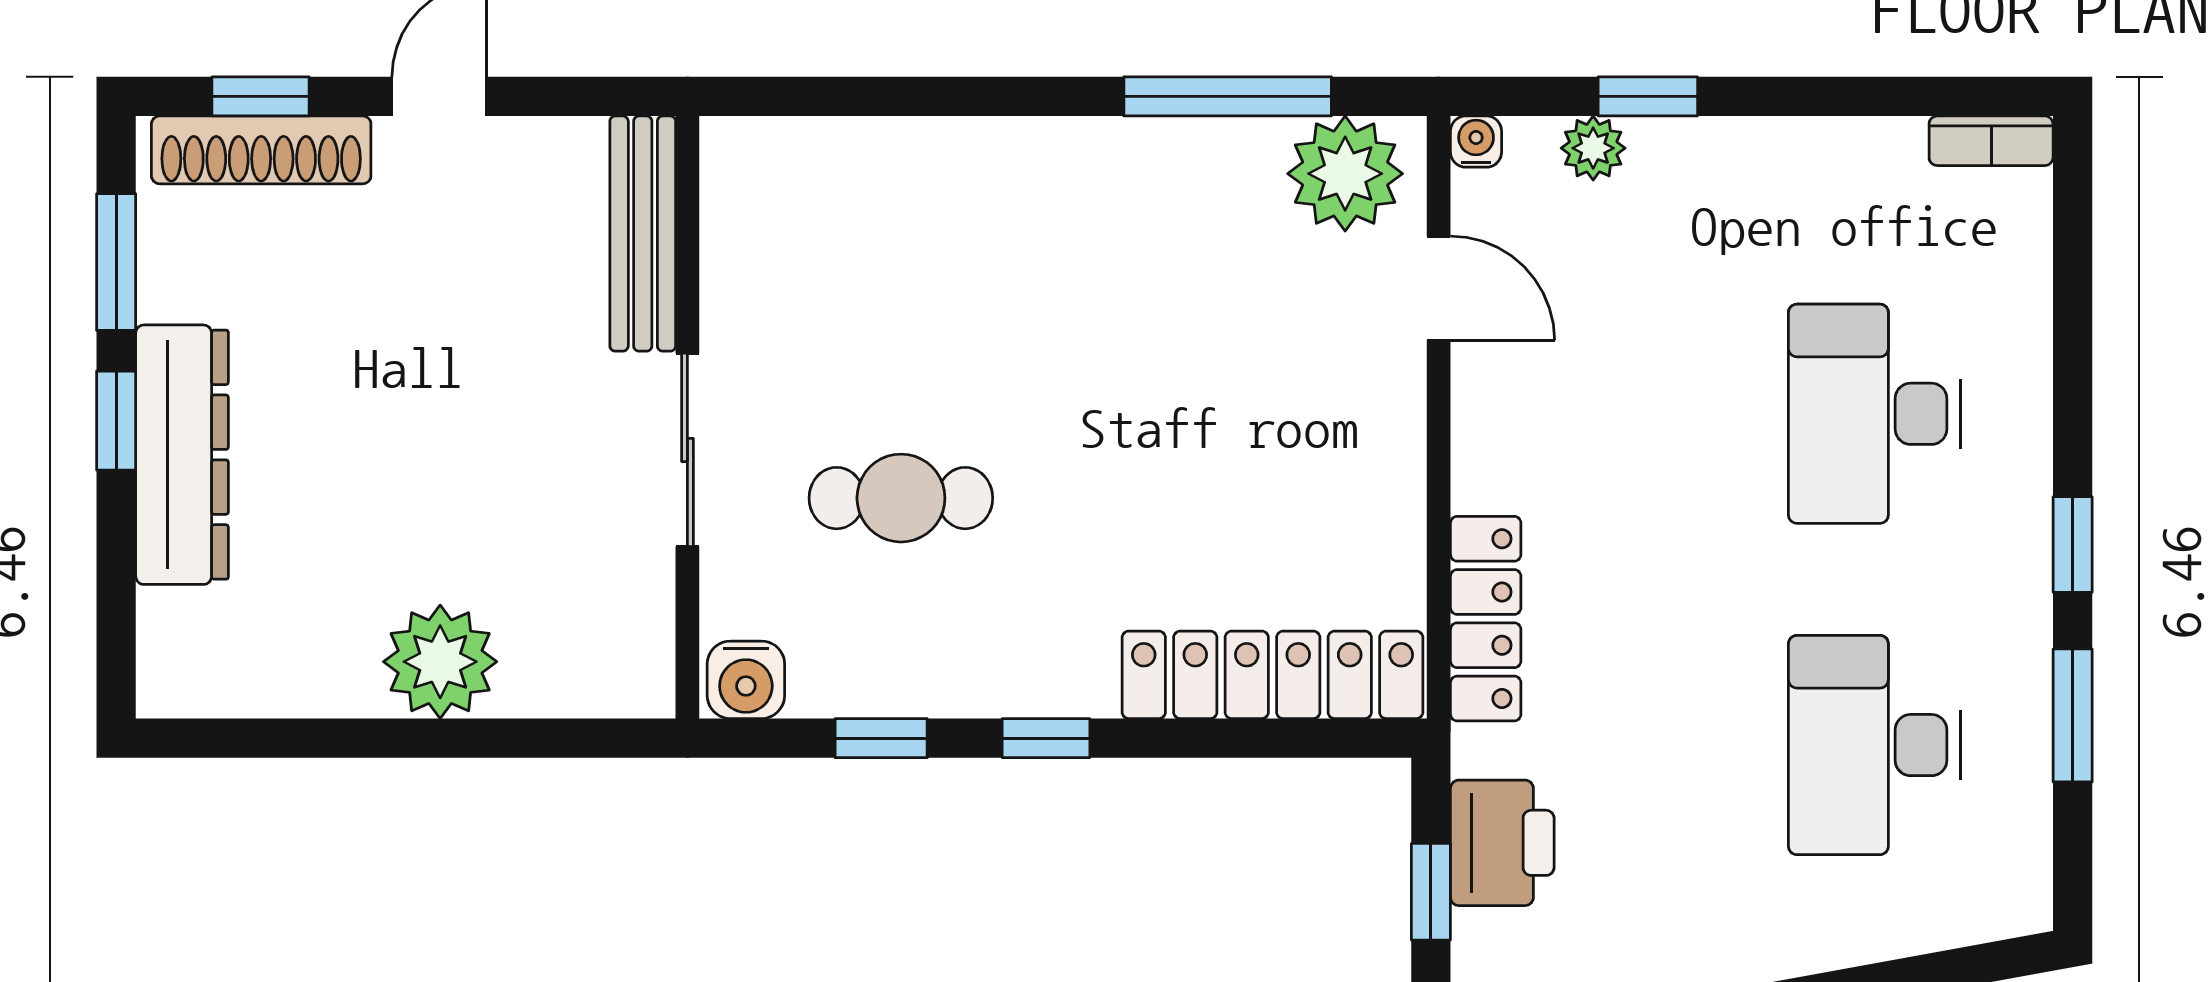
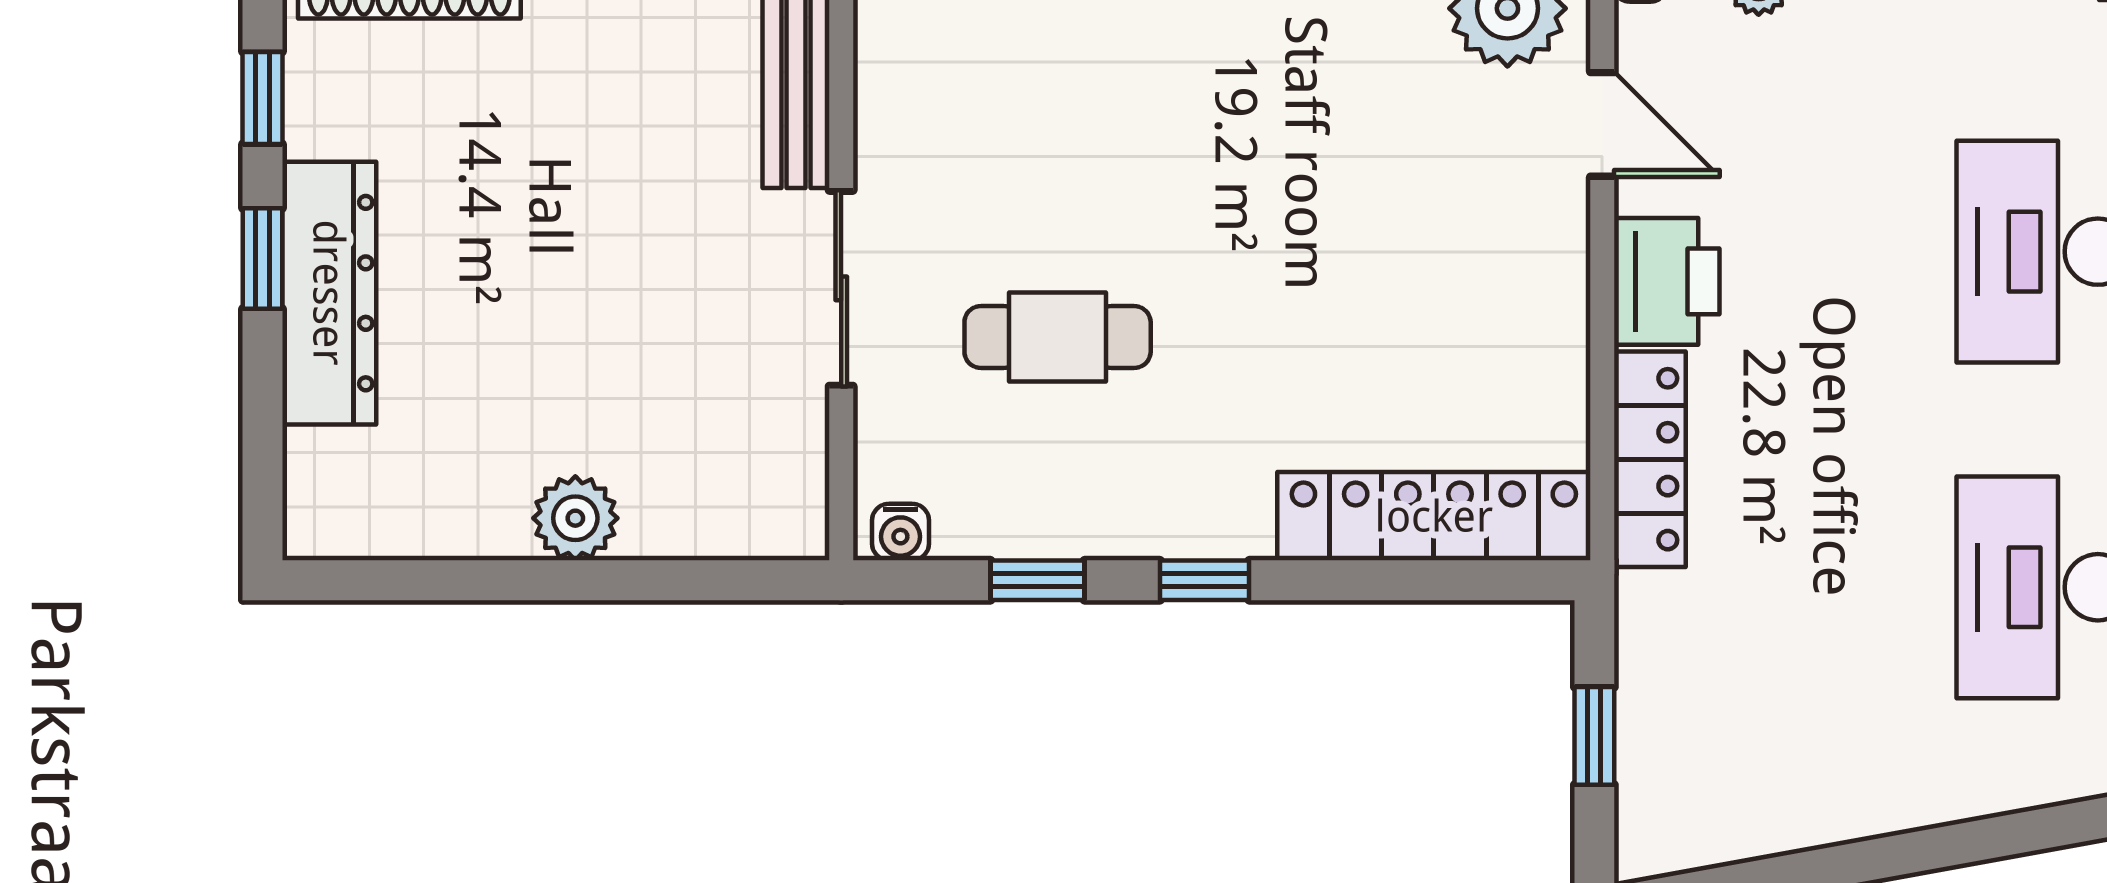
window: (116, 262) -> (262, 98), width x0.67
plant: (440, 662) -> (575, 518), width x0.73, depth x0.73
water cooler: (746, 680) -> (900, 532), width x0.72, depth x0.72
printer: (1502, 843) -> (1667, 281), moved

